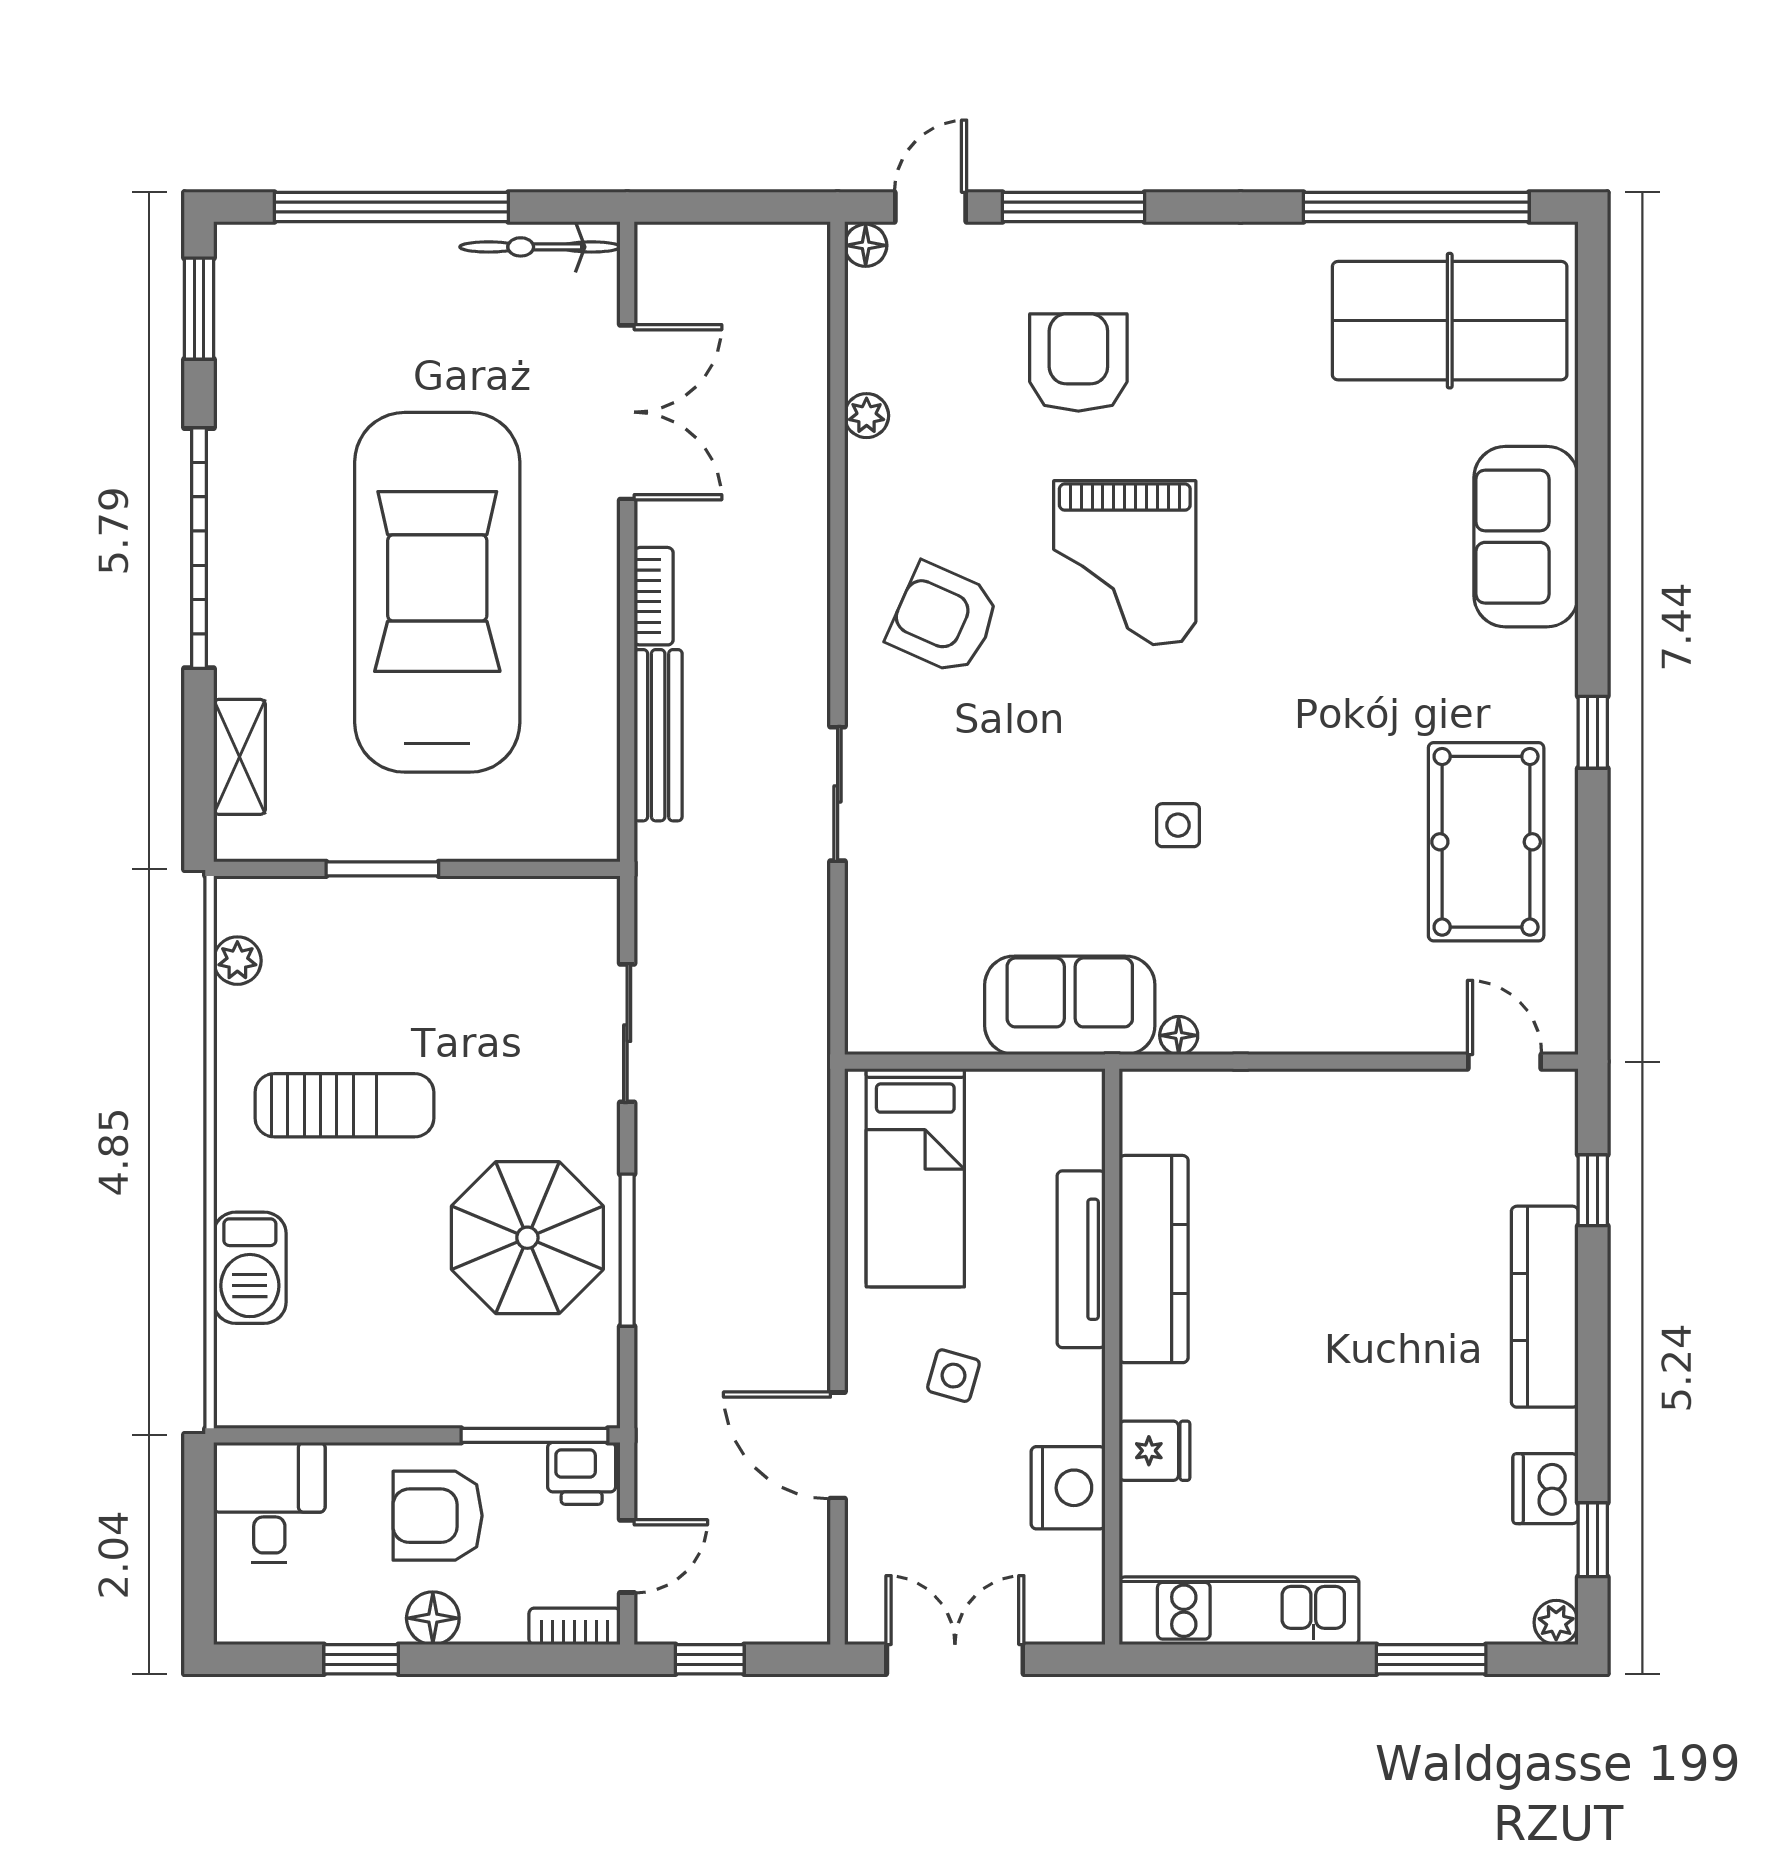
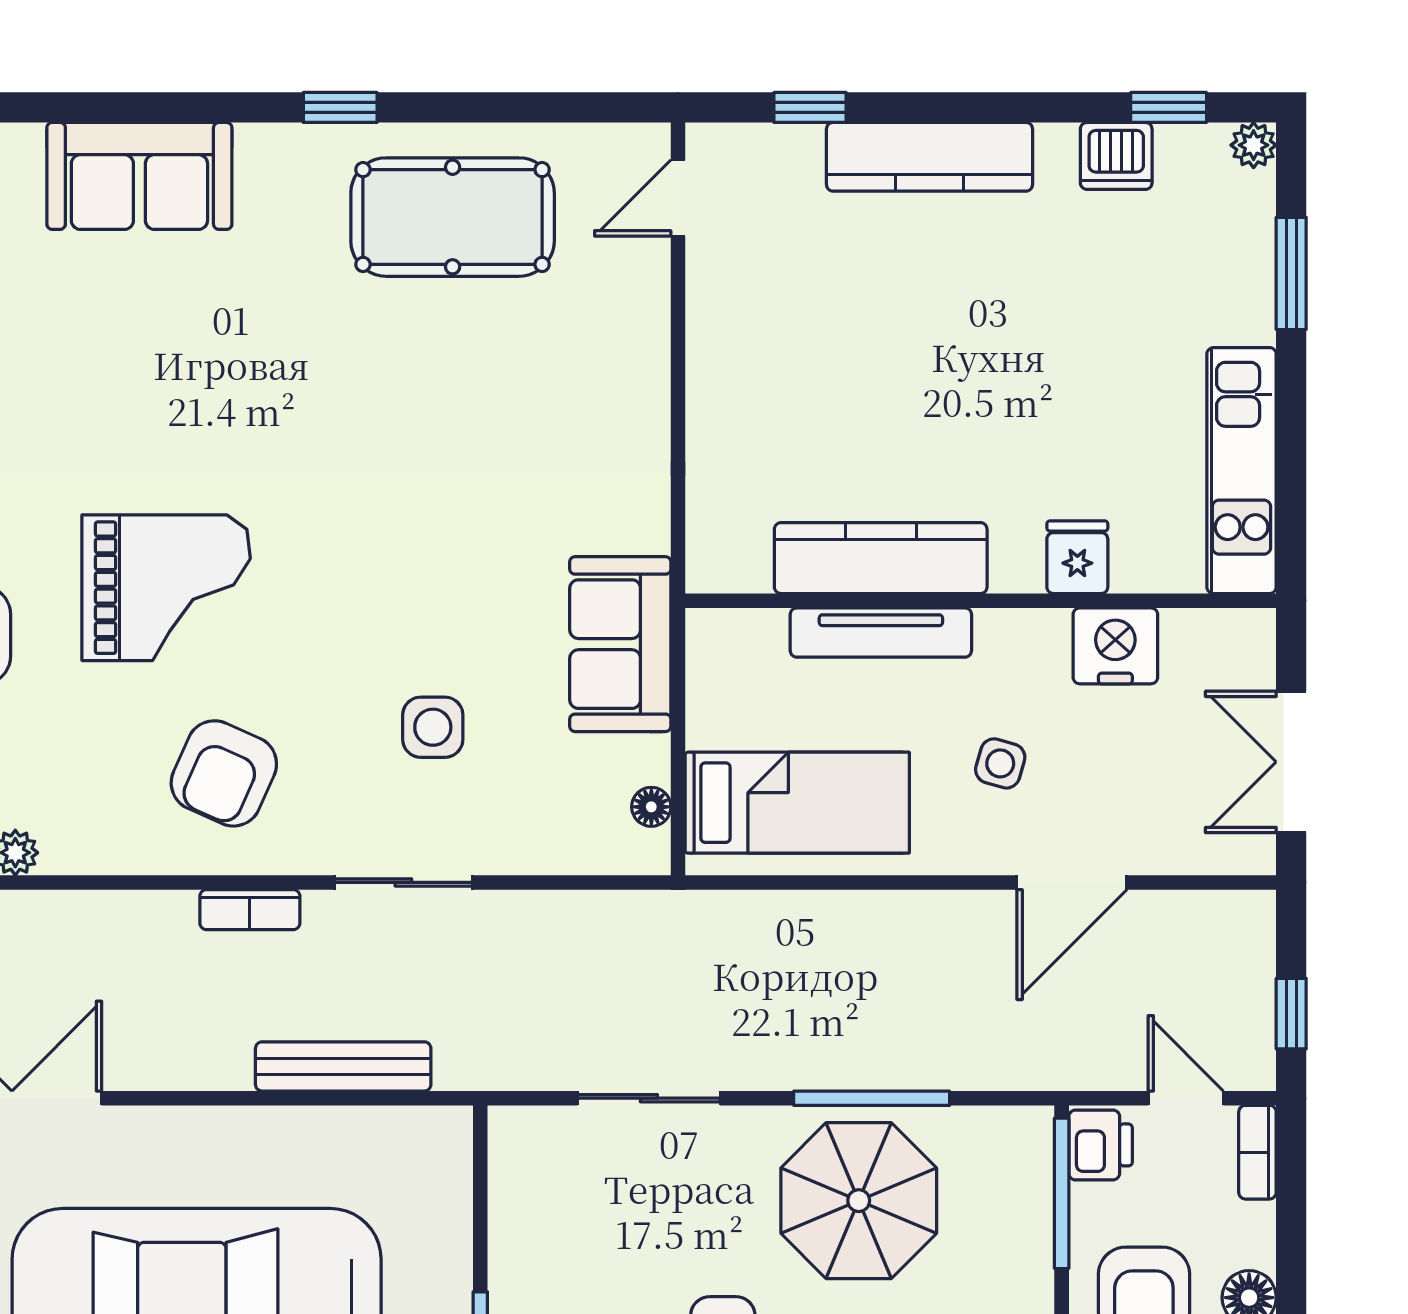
bookcase: (654, 596) -> (250, 910), moved, turned 180
side table: (1178, 825) -> (433, 727), moved, width x1.37, depth x1.37
floor lamp: (1179, 1035) -> (651, 807), moved

